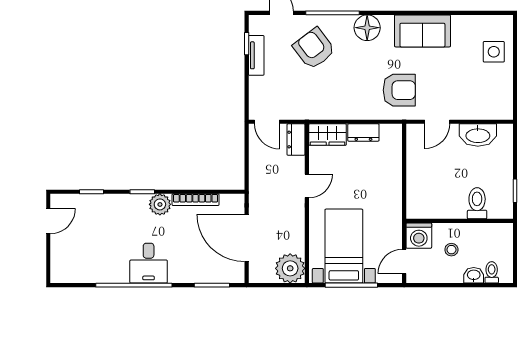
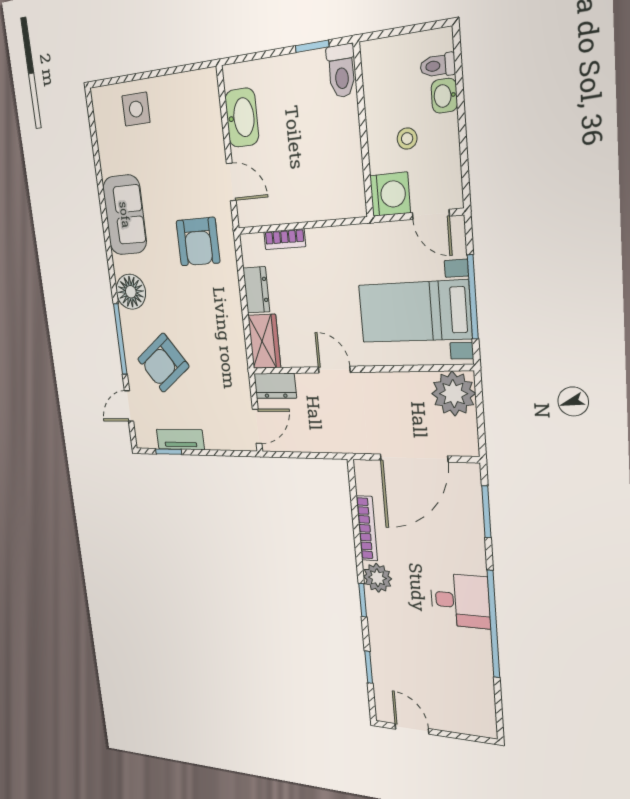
armchair: (399, 90) -> (198, 242), turned 180
bookcase: (396, 158) -> (285, 239), added
toilet: (477, 203) -> (341, 71), moved, turned -90

